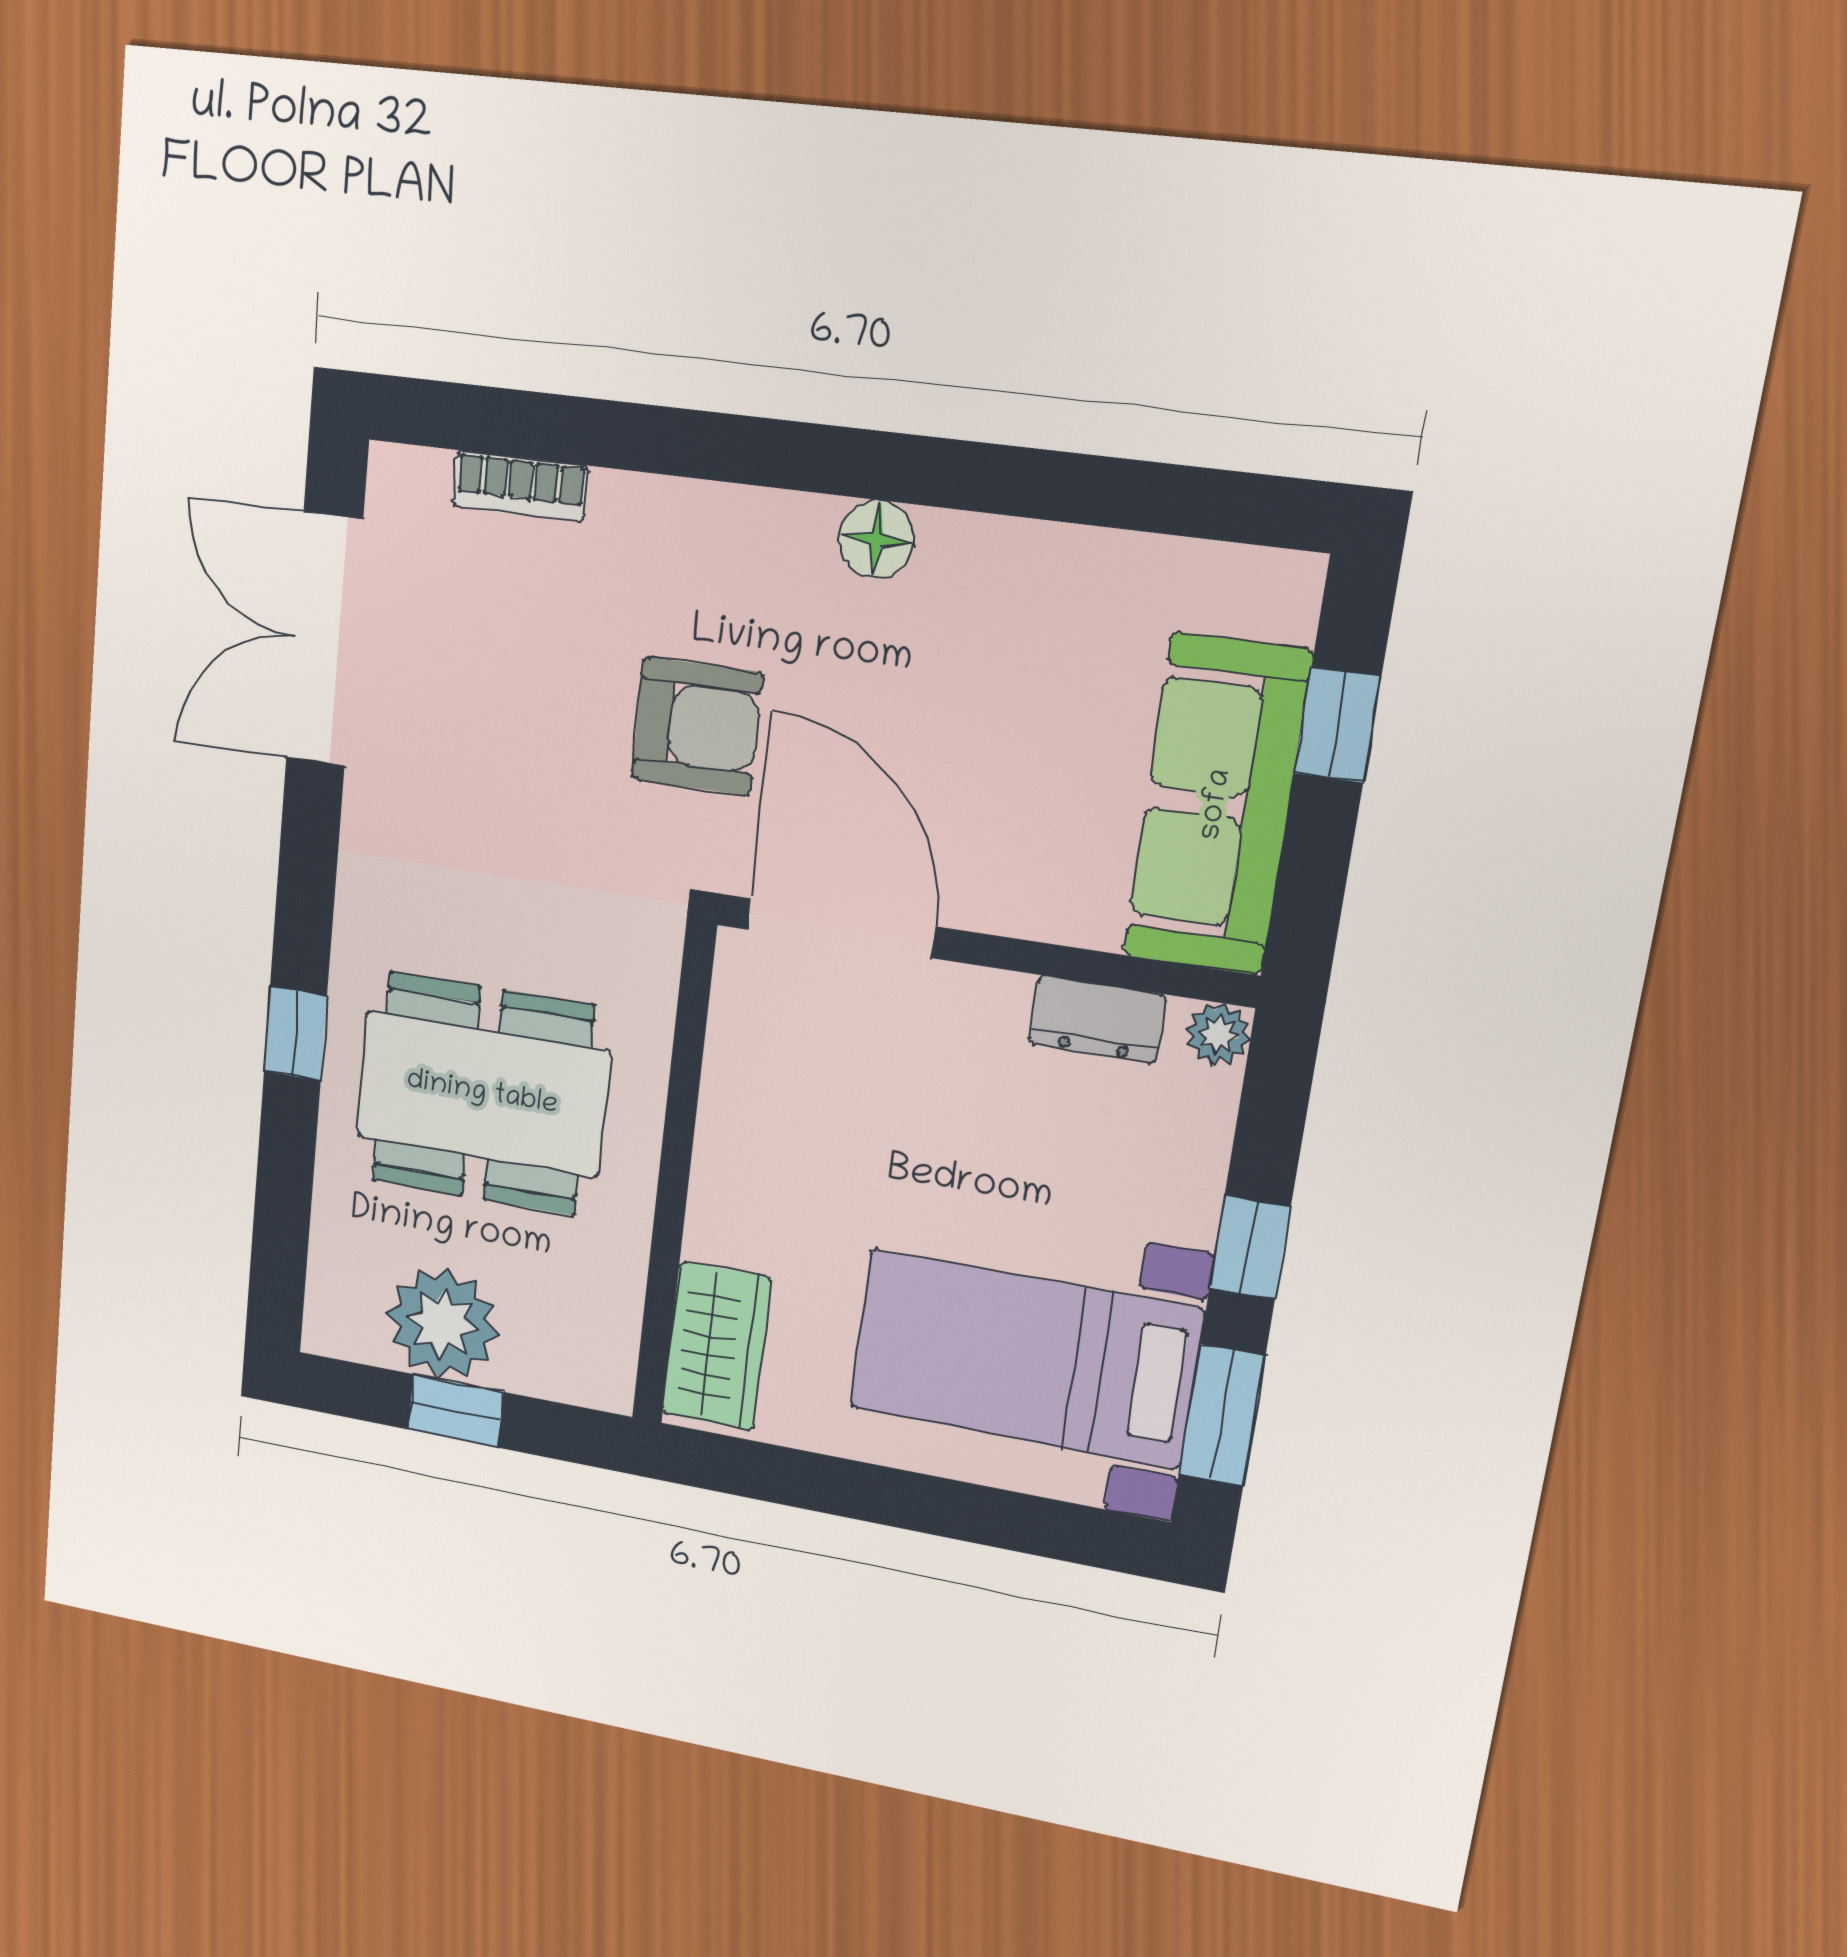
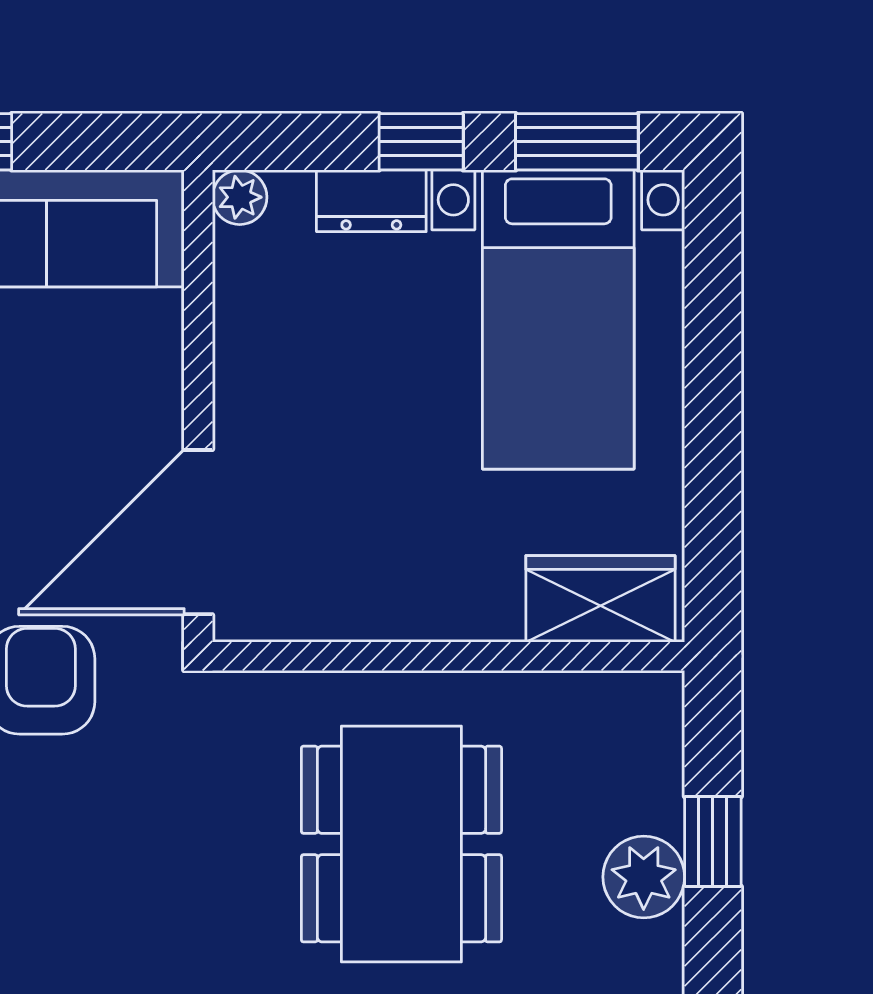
dresser: (1097, 1019) -> (371, 201), moved, turned 90
plant: (443, 1323) -> (644, 877), width x0.73, depth x0.73

